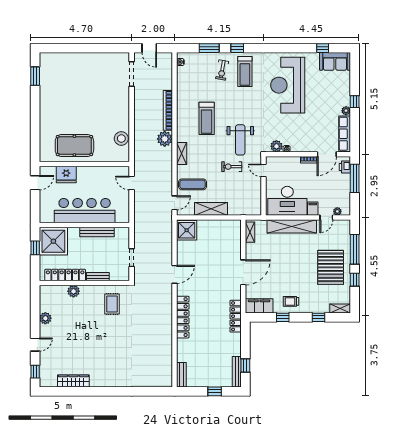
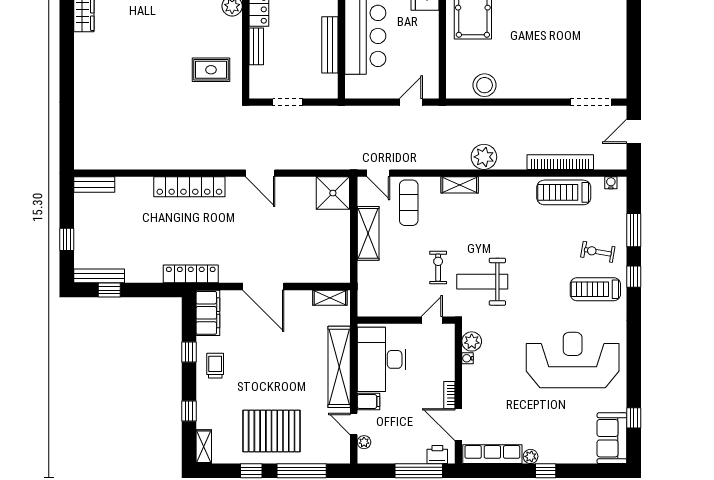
bookcase: (168, 110) -> (560, 162), moved
treadmill: (207, 118) -> (564, 192), moved

